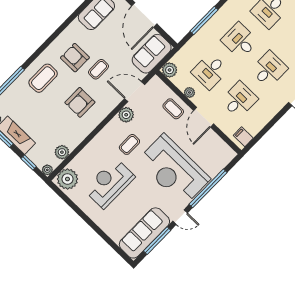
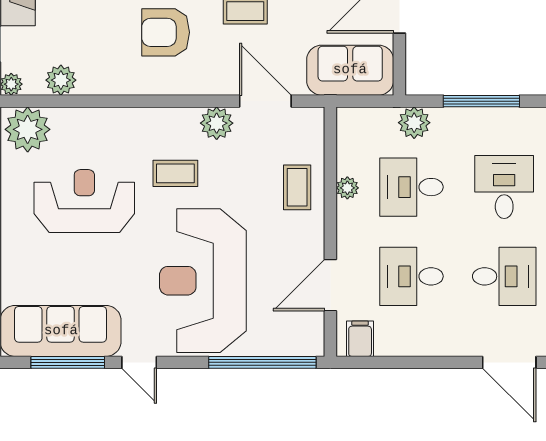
plant: (170, 70) -> (414, 123), moved
desk: (239, 100) -> (411, 276), turned 180
door: (204, 117) -> (330, 285), moved
window: (208, 188) -> (262, 362), moved

